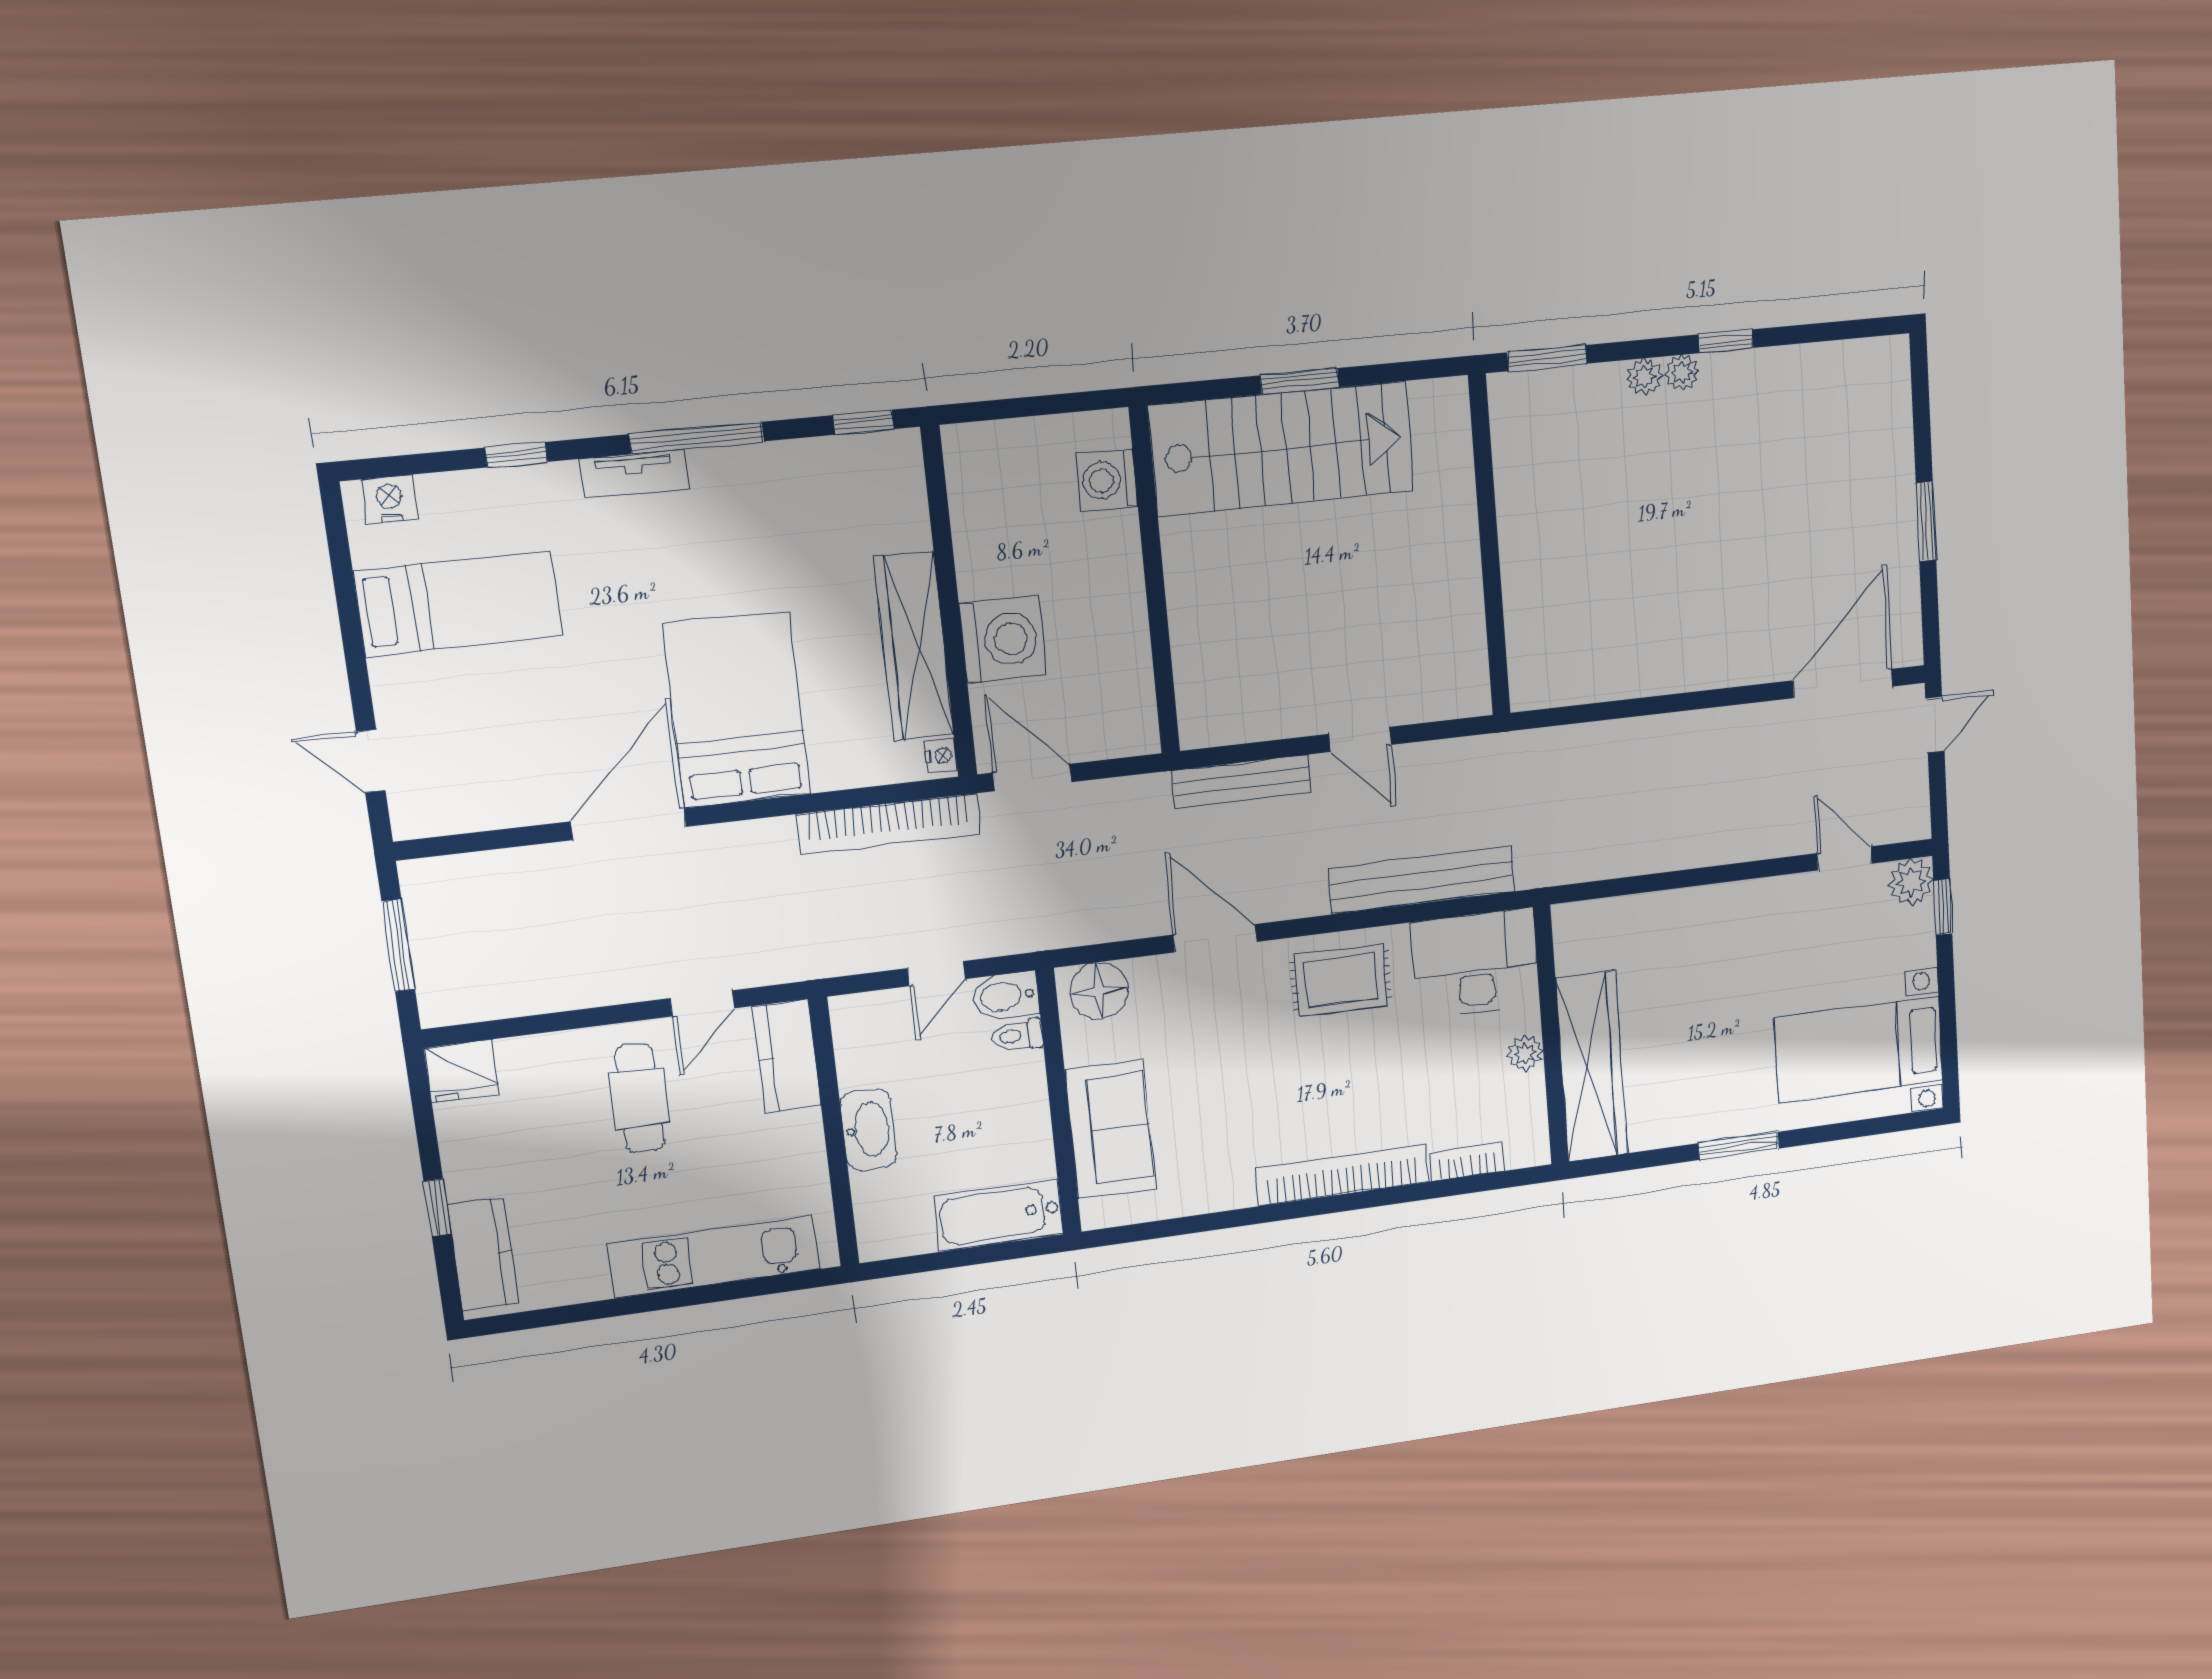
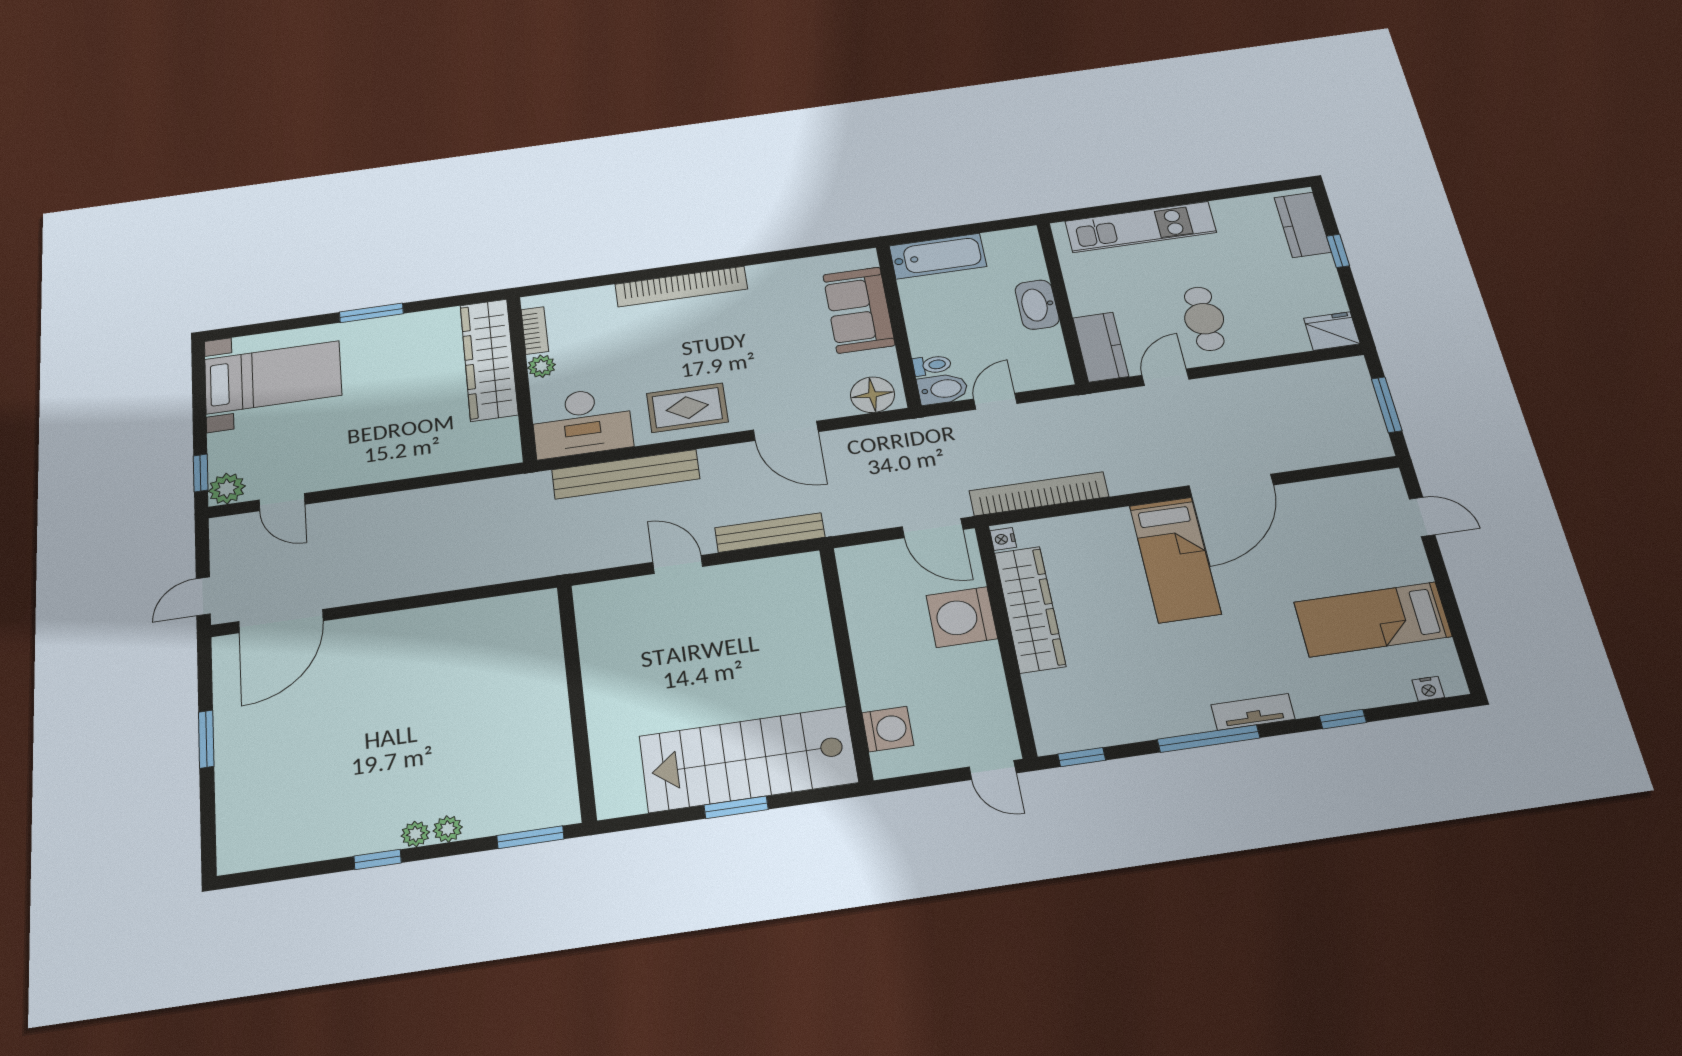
door: (978, 411) -> (993, 770), added
nightstand: (390, 500) -> (1428, 689), width x0.72, depth x0.74
bed: (737, 709) -> (1175, 559), width x0.67
bookcase: (1467, 1162) -> (535, 331), moved, turned -90

